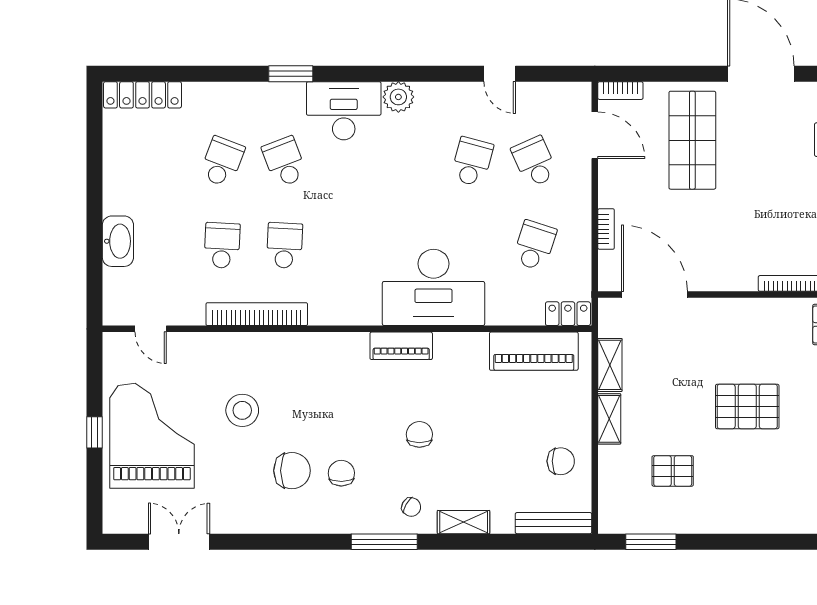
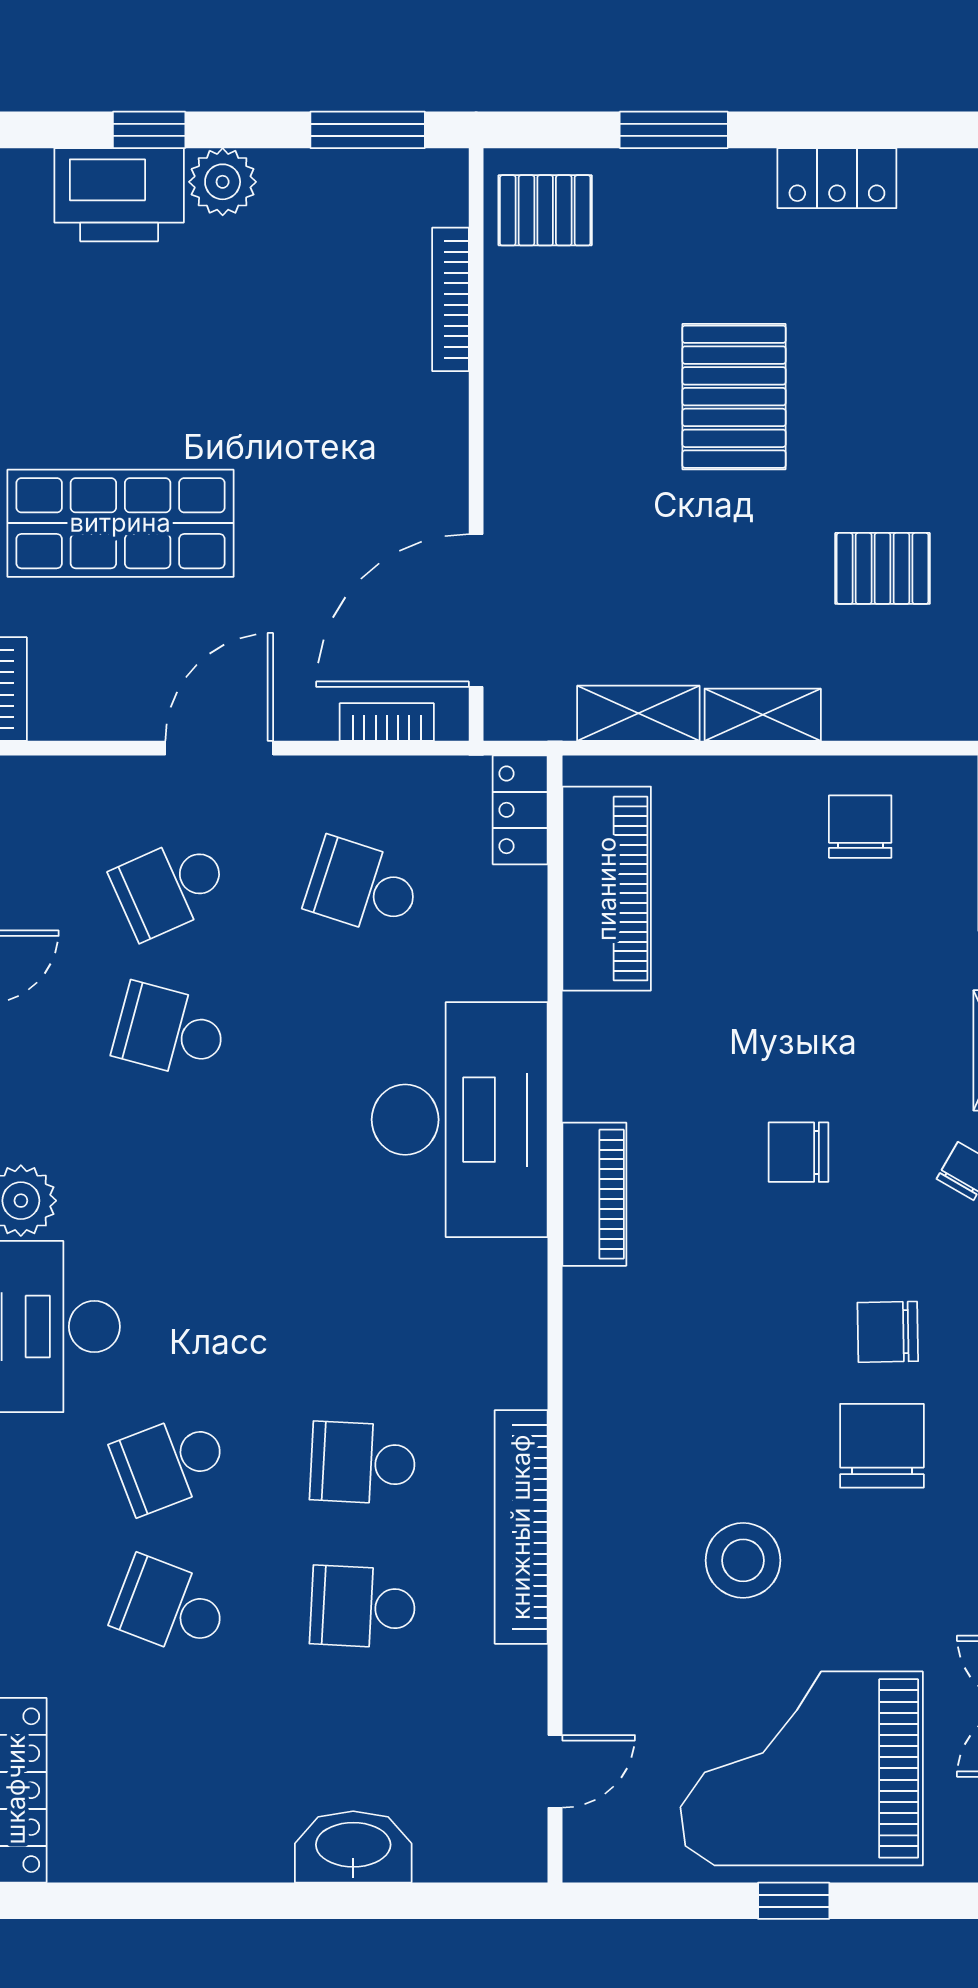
door: (595, 135) -> (219, 748), moved
bookcase: (606, 229) -> (387, 722), moved
pallet: (673, 471) -> (883, 568), turned 90

